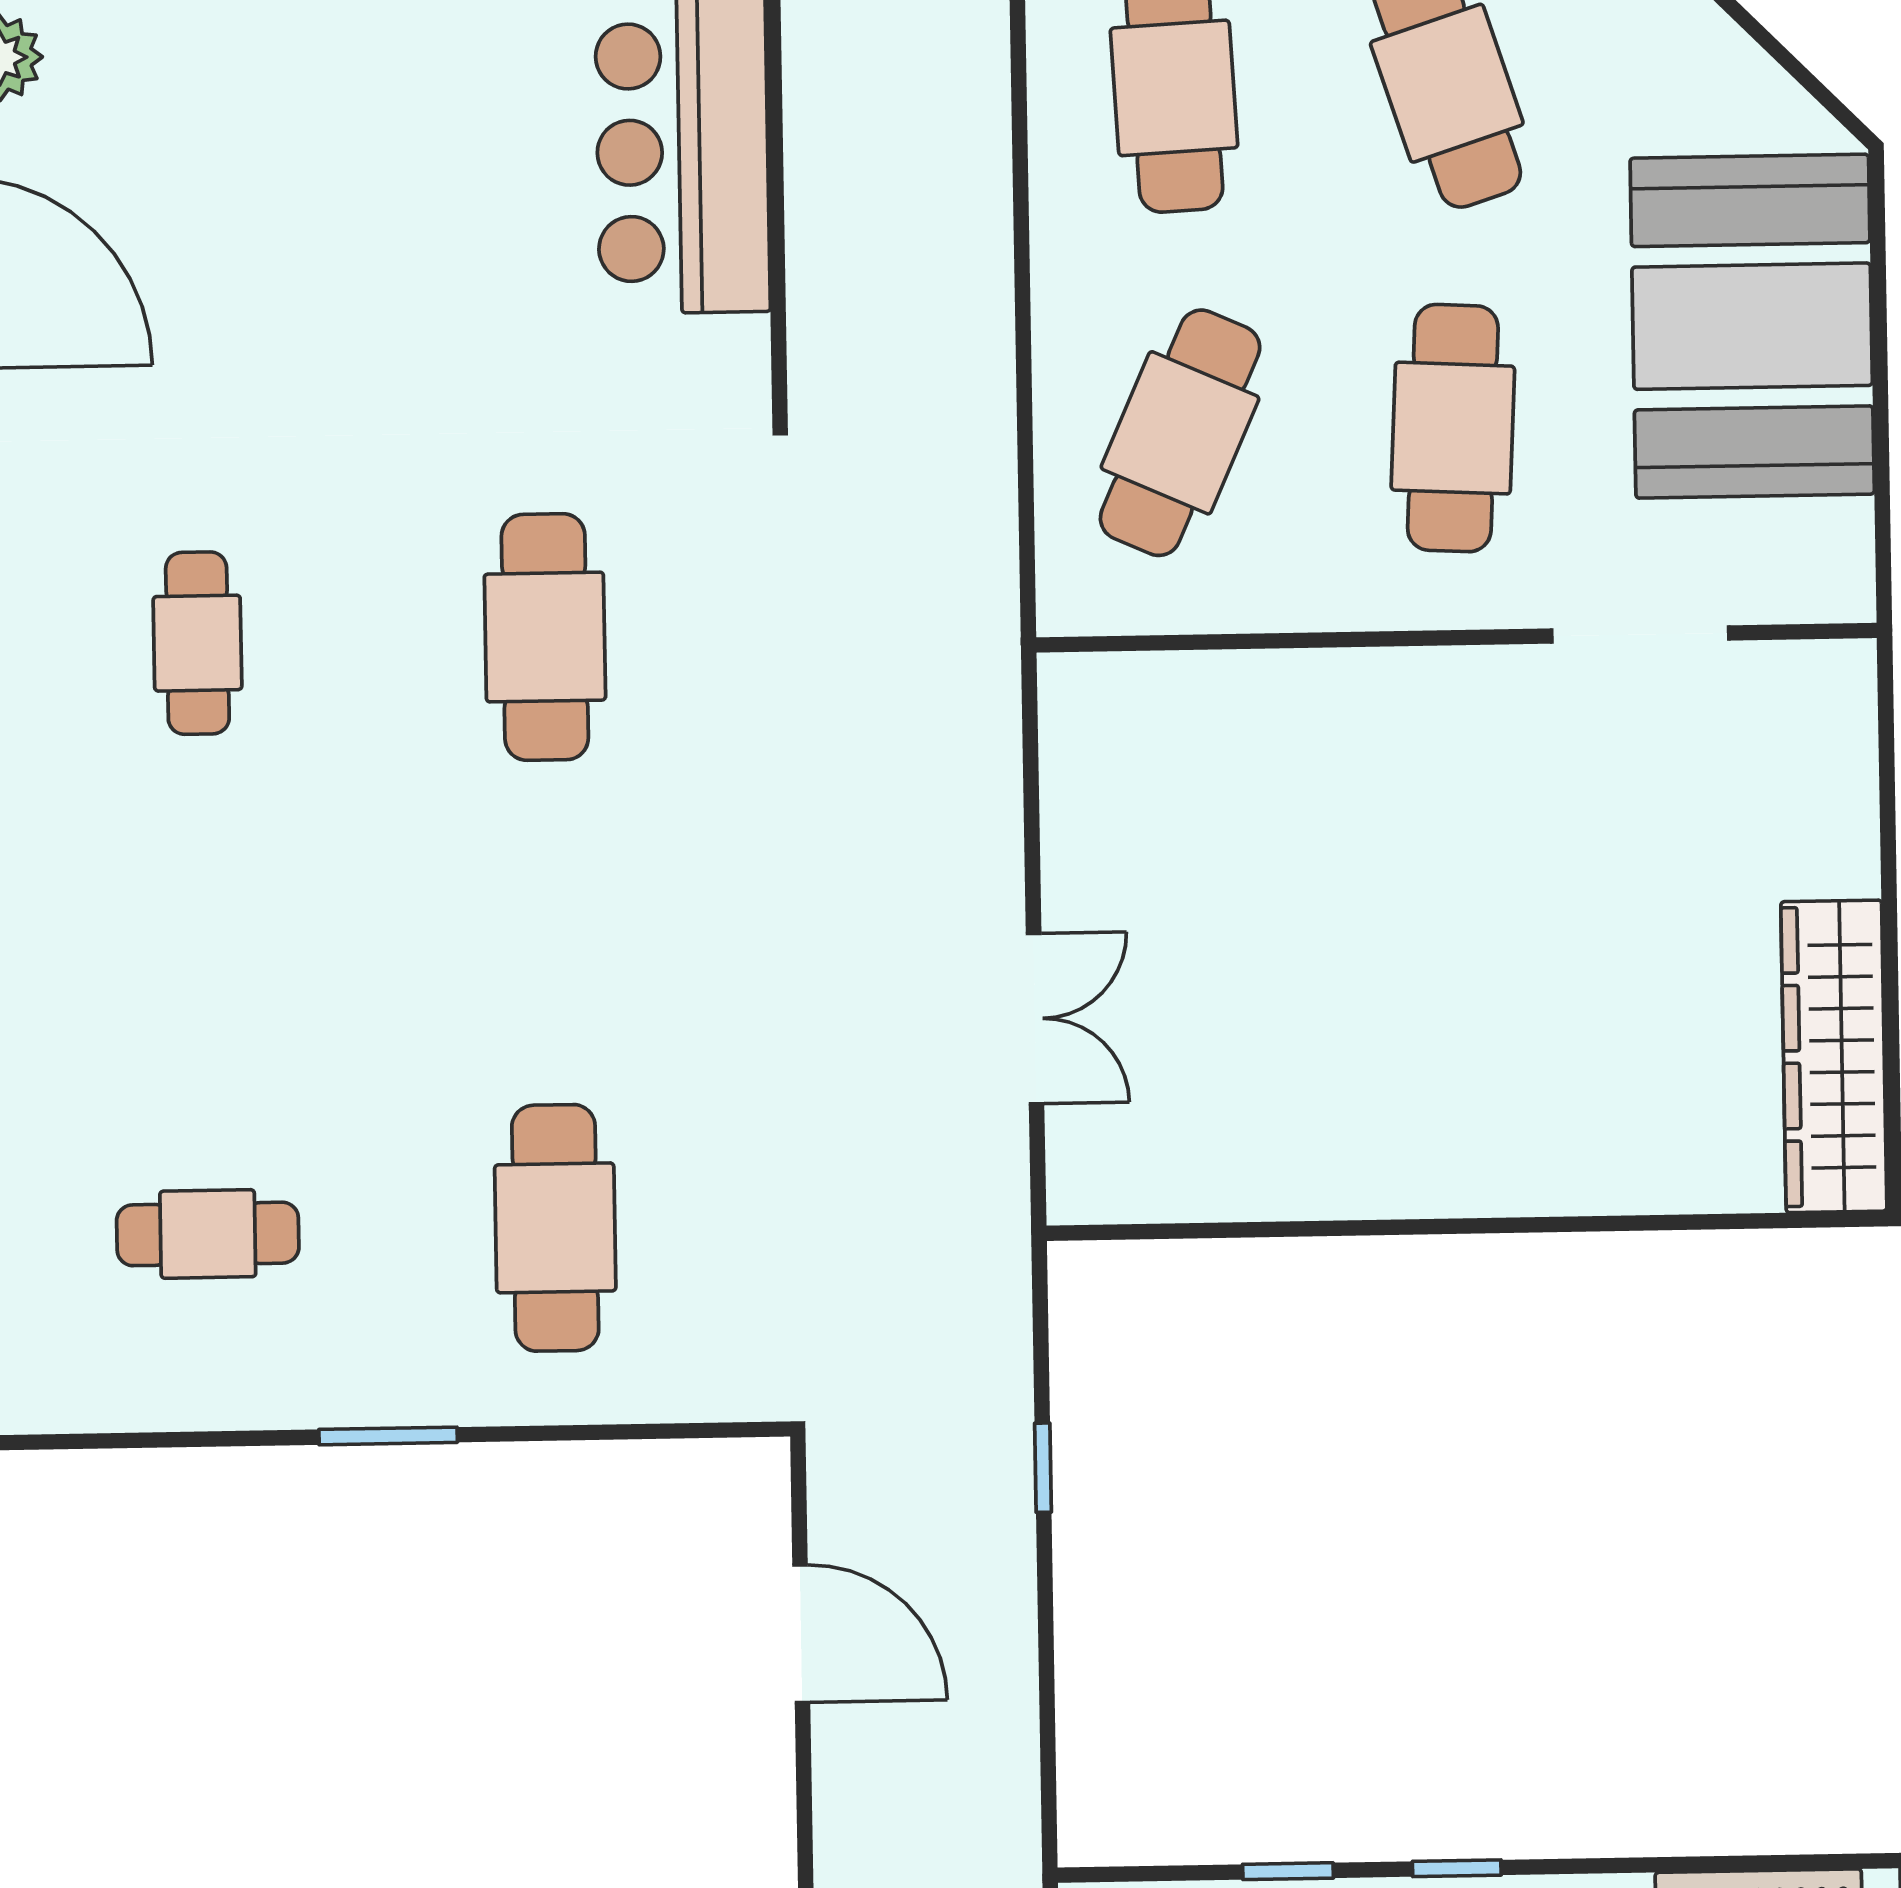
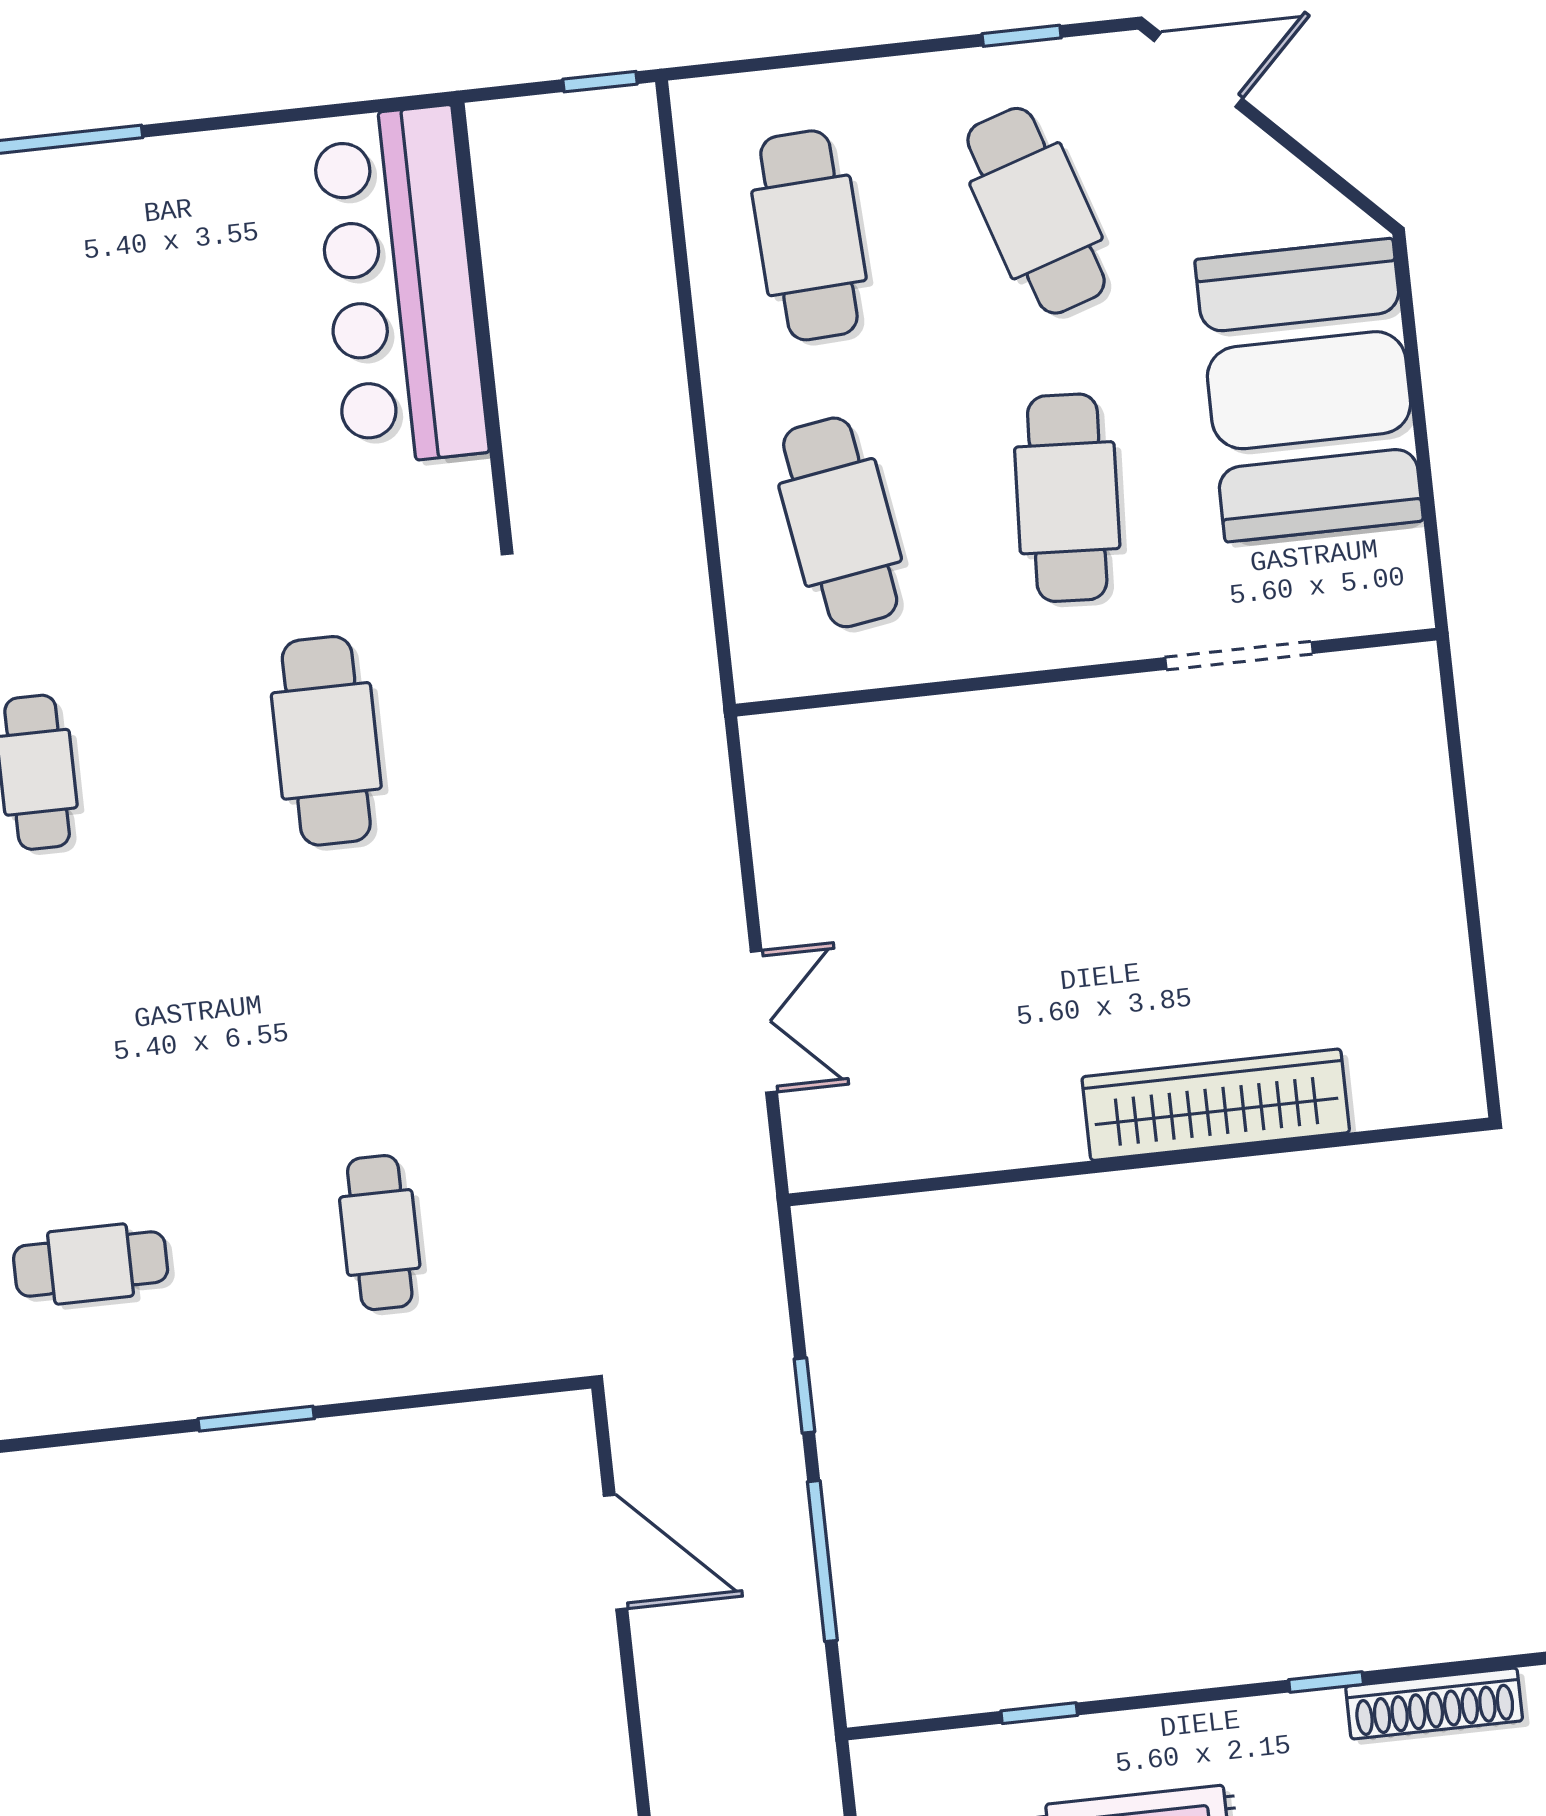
cafe table: (1180, 433) -> (840, 522), turned -33
wardrobe: (1834, 1056) -> (1216, 1105), moved, turned 90
cafe table: (555, 1228) -> (380, 1233), width x0.73, depth x0.74
window: (1046, 1667) -> (822, 1561), added
window: (1457, 1868) -> (1326, 1682), moved

